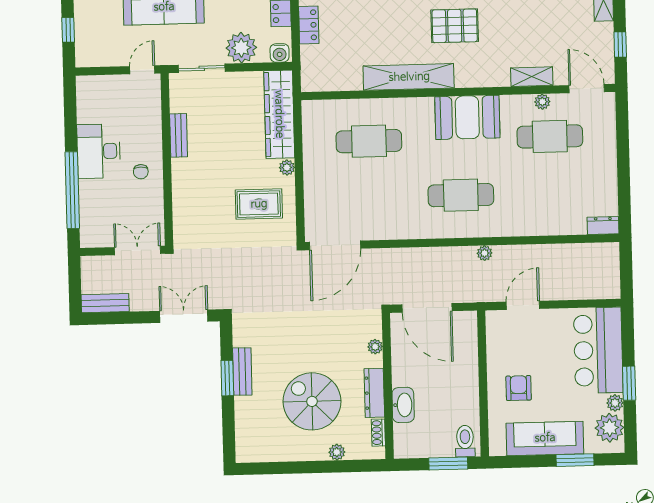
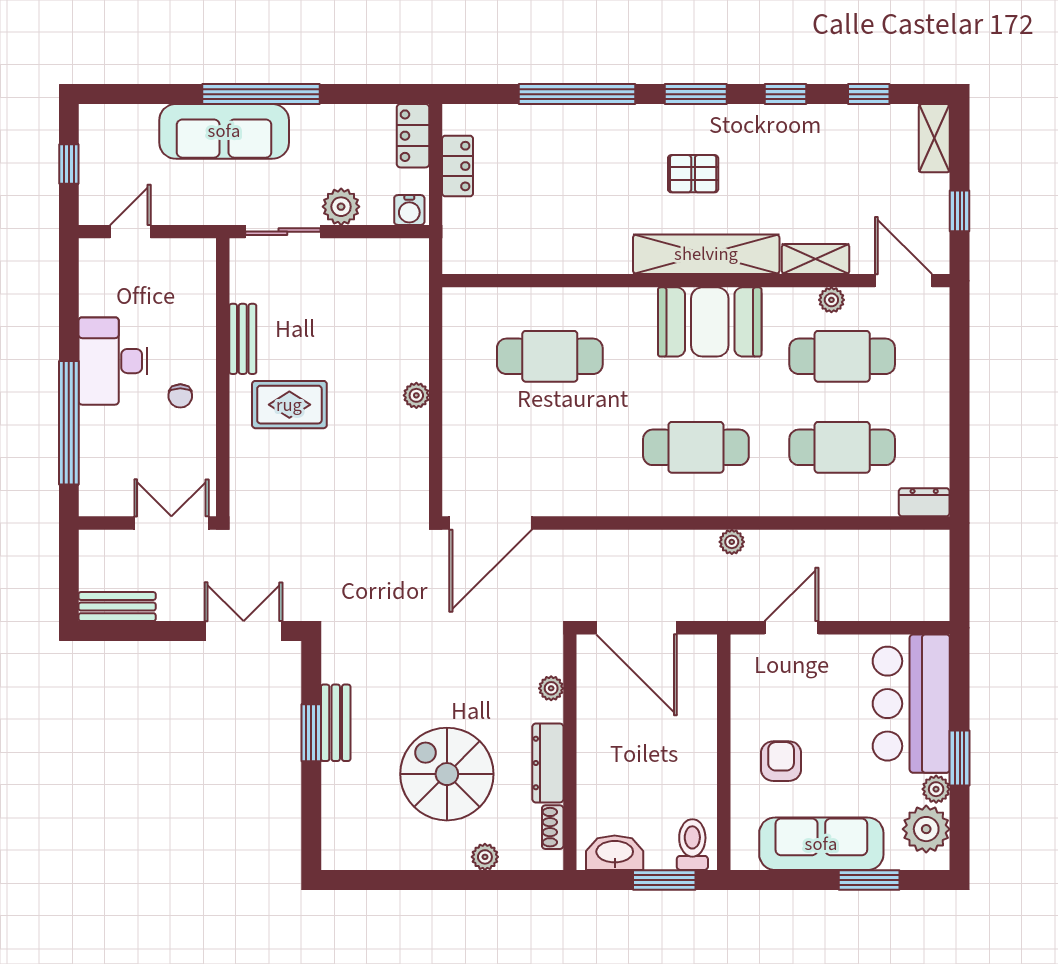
pallet: (455, 26) -> (693, 174), width x0.67, depth x0.71
plant: (241, 48) -> (341, 207), width x0.73, depth x0.73
door: (142, 70) -> (130, 232), moved
shelving: (409, 77) -> (706, 254), moved
wardrobe: (279, 114) -> (406, 309), removed
cafe table: (551, 193) -> (842, 447), added
rug: (259, 204) -> (289, 405), moved
washbasin: (403, 405) -> (615, 853), moved, turned -90

